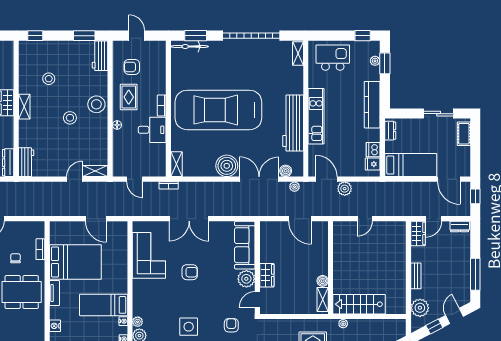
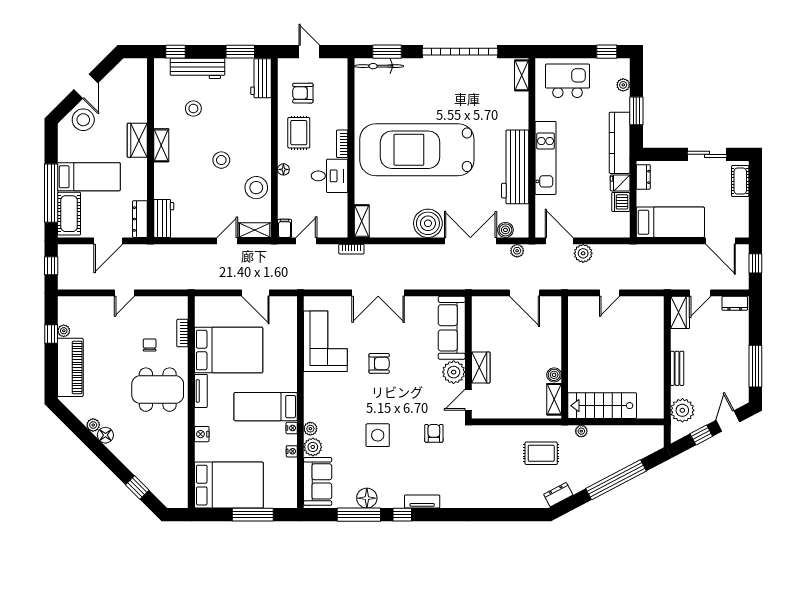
workbench: (52, 48) -> (197, 68), added
window: (385, 63) -> (636, 111), moved
stool: (96, 104) -> (256, 188), moved
fridge: (373, 164) -> (620, 183), moved
filing cabinet: (118, 170) -> (285, 228), added
door: (135, 179) -> (306, 241), swing flipped

